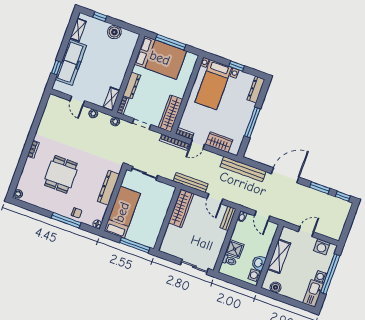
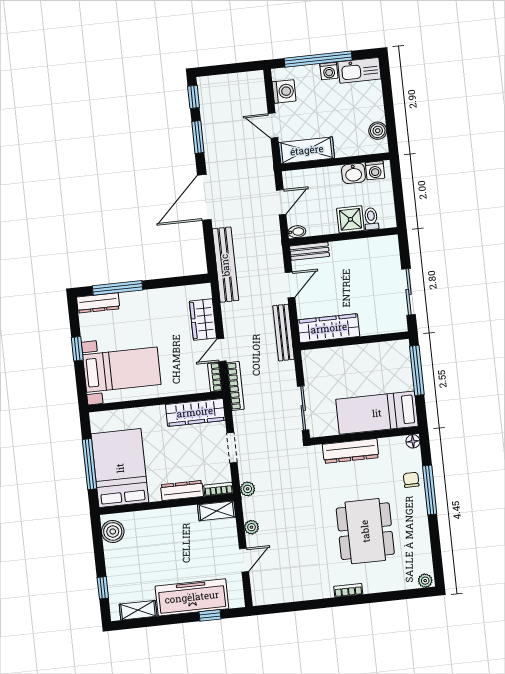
boiler: (114, 32) -> (113, 531), moved
window: (252, 122) -> (117, 288), moved
door: (198, 144) -> (222, 350), swing flipped
dining table: (61, 174) -> (365, 531), width x1.37
door: (285, 175) -> (204, 197), hinge flipped
shelving: (279, 256) -> (307, 150), moved
sliding door: (194, 267) -> (409, 292), moved

